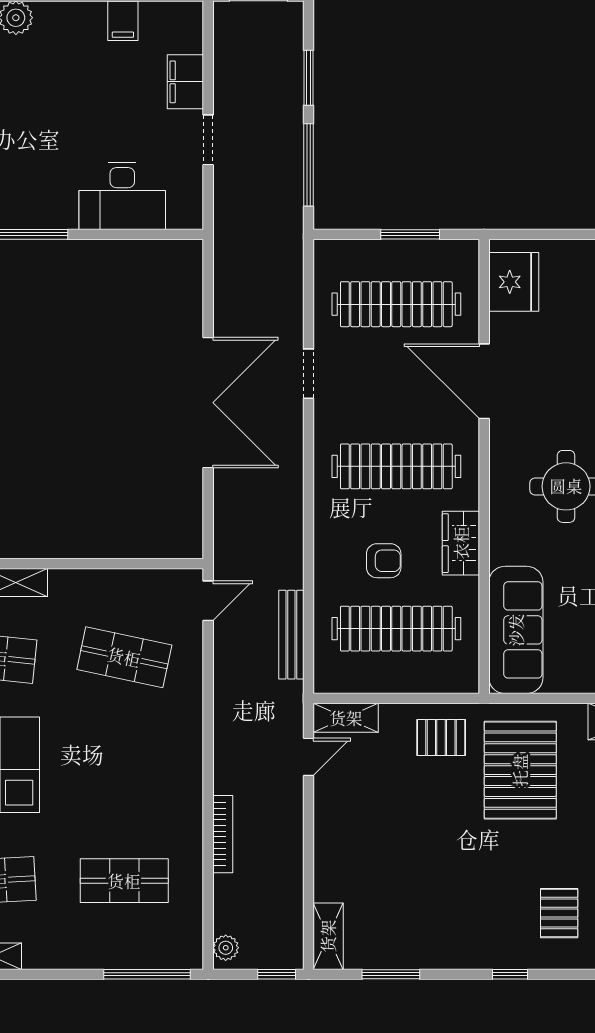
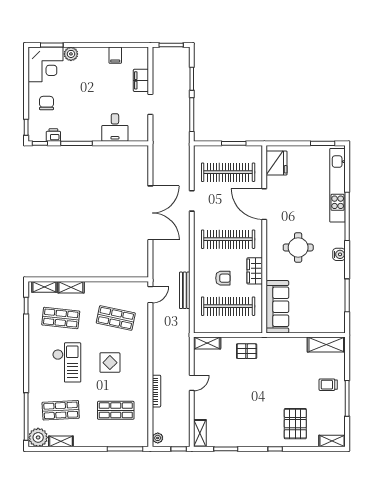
desk: (122, 196) -> (115, 128), width x0.73
bench: (291, 635) -> (185, 290), moved
door: (308, 757) -> (192, 383), moved
display table: (110, 765) -> (110, 363), added
pallet: (520, 770) -> (279, 365), removed
pallet: (559, 913) -> (295, 424), width x1.50, depth x1.42

